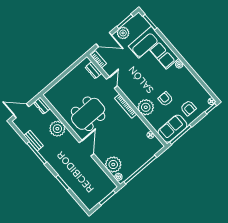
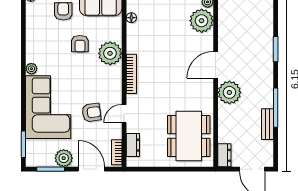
armchair: (129, 69) -> (91, 113), added
dining table: (88, 114) -> (189, 136), moved, turned 90
plant: (57, 129) -> (229, 92), moved

